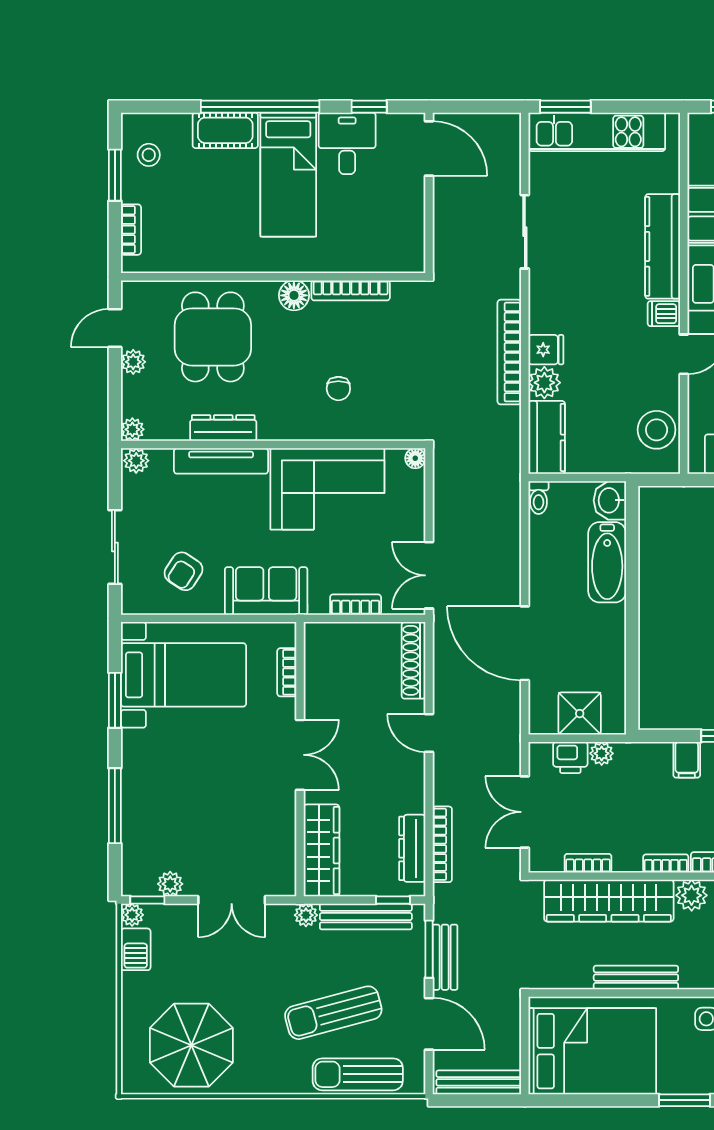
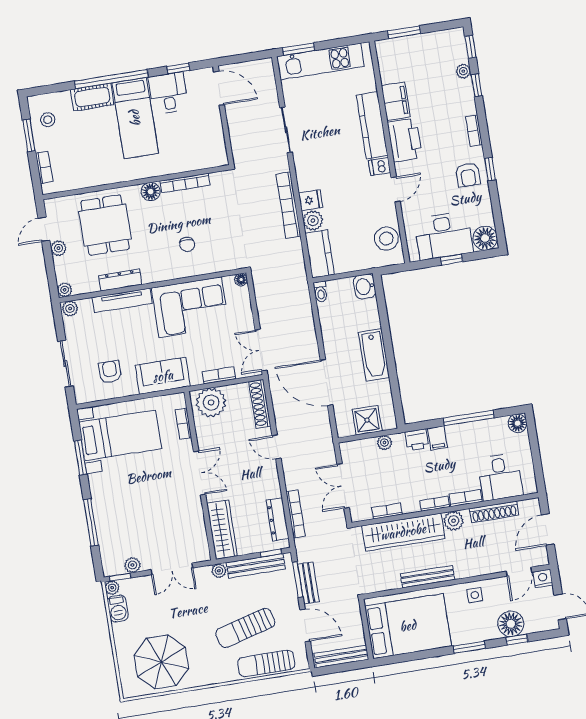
bathtub: (607, 562) -> (374, 355), moved
armchair: (184, 571) -> (110, 372), turned 147
plant: (336, 646) -> (211, 402), added
printer: (570, 757) -> (417, 440), moved

